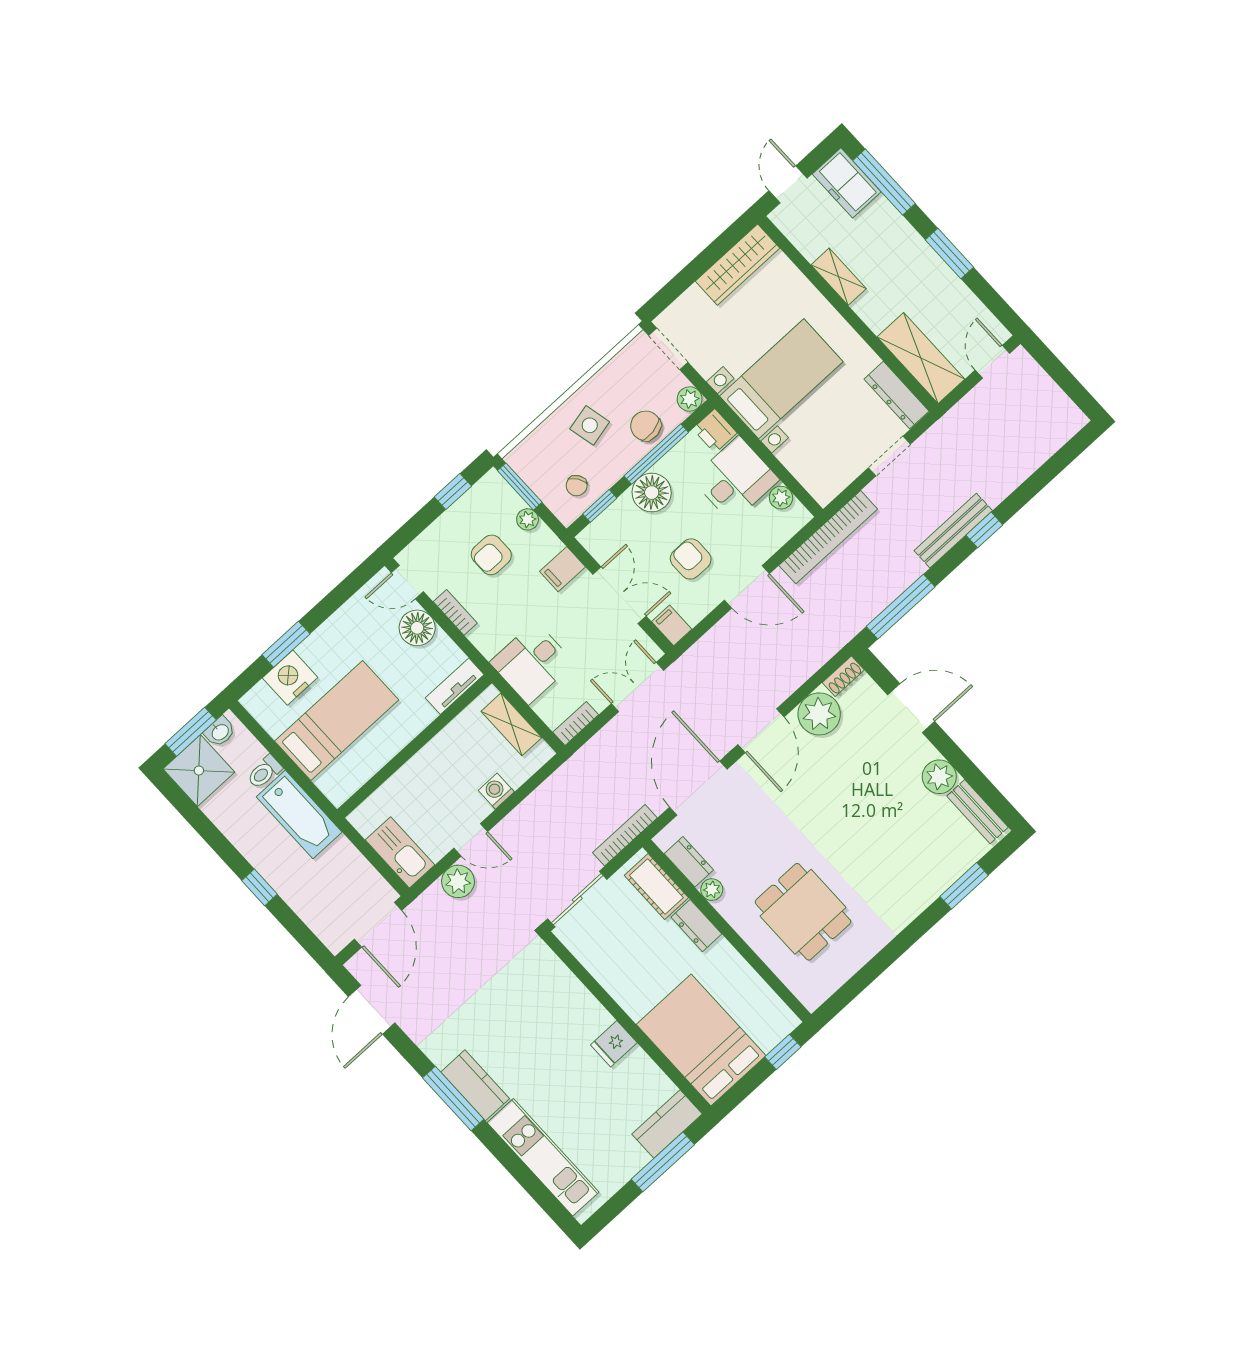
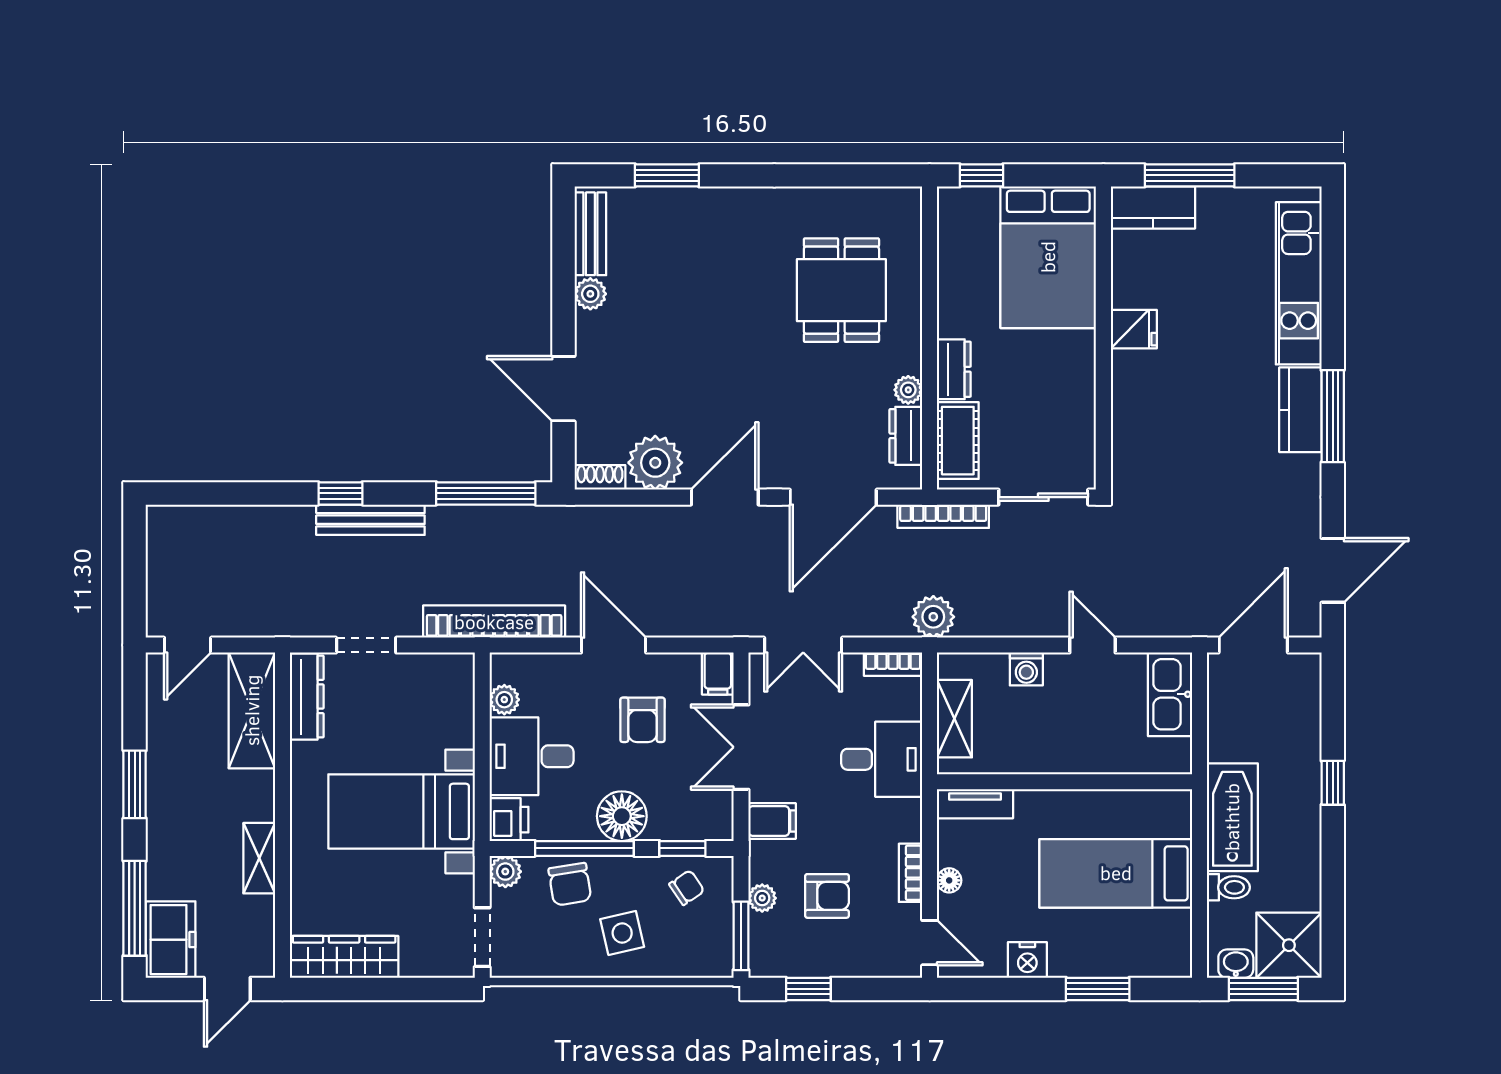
floor lamp: (417, 628) -> (949, 880), width x0.53, depth x0.53
nightstand: (290, 678) -> (1027, 960), moved, width x0.74, depth x0.75
plant: (939, 777) -> (590, 294), width x0.73, depth x0.73
plant: (458, 881) -> (933, 617), moved

